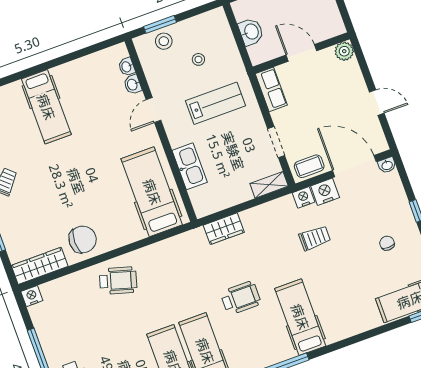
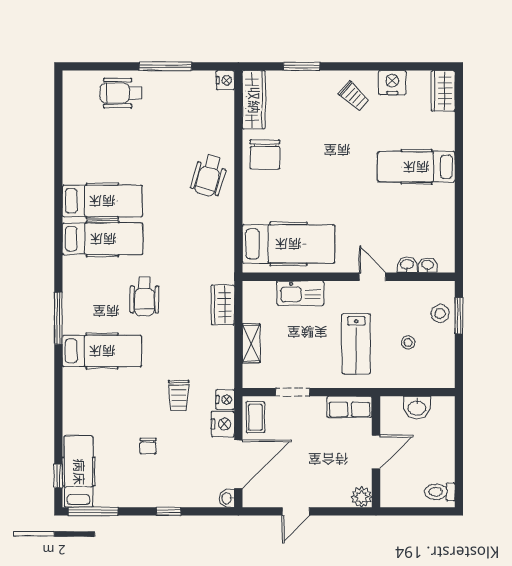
shelving: (269, 185) -> (251, 343), moved
chair: (387, 243) -> (148, 446), moved, turned 91

